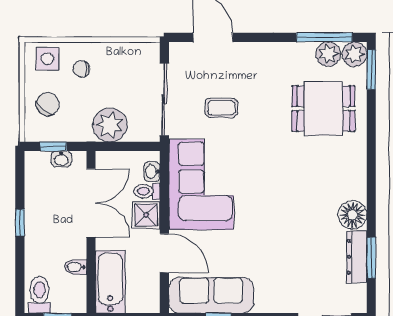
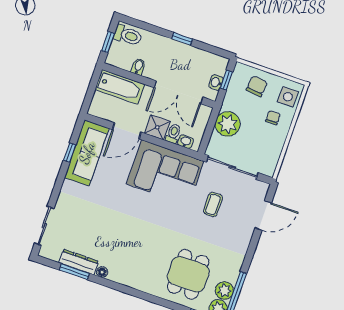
chair: (48, 104) -> (257, 86), turned -123
floor lamp: (353, 215) -> (102, 272), width x0.53, depth x0.53

